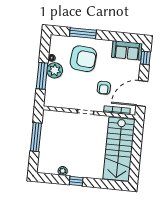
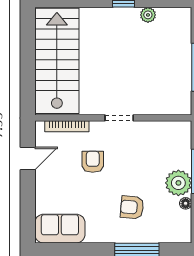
window: (145, 58) -> (28, 219), removed
armchair: (83, 59) -> (132, 207), width x0.53, depth x0.53
door: (142, 93) -> (28, 159), width x0.53

